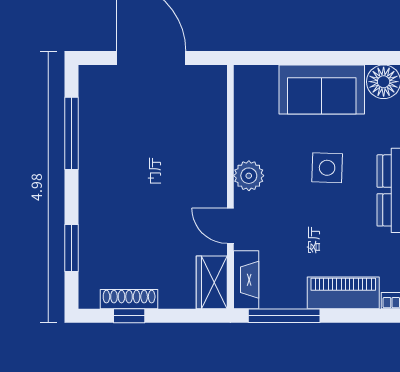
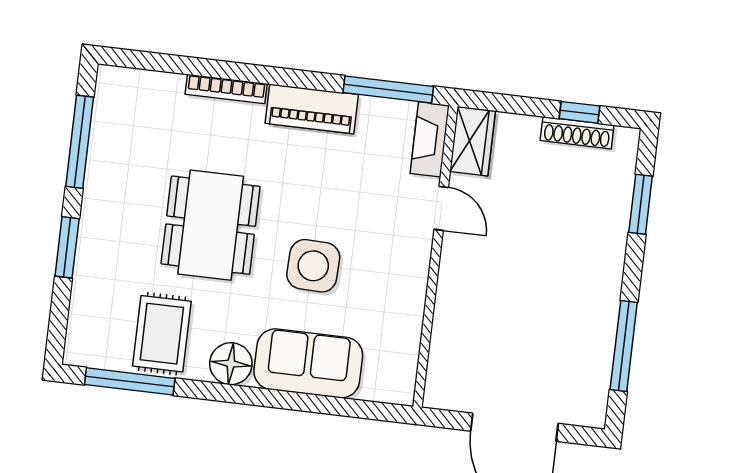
side table: (327, 168) -> (313, 266), width x1.37, depth x1.37
plant: (249, 176) -> (411, 268), removed

